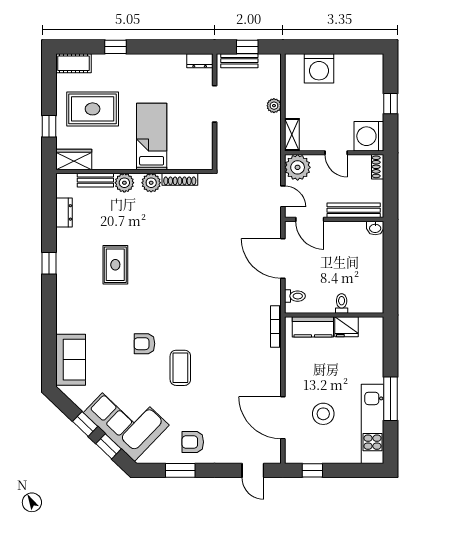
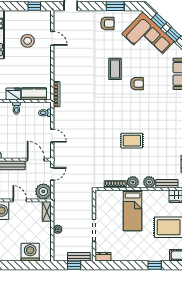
door: (283, 196) -> (52, 174), swing flipped
door: (283, 259) -> (52, 136), width x0.53
rug: (115, 265) -> (132, 141), moved, turned 90
door: (283, 418) -> (52, 38), width x0.53

